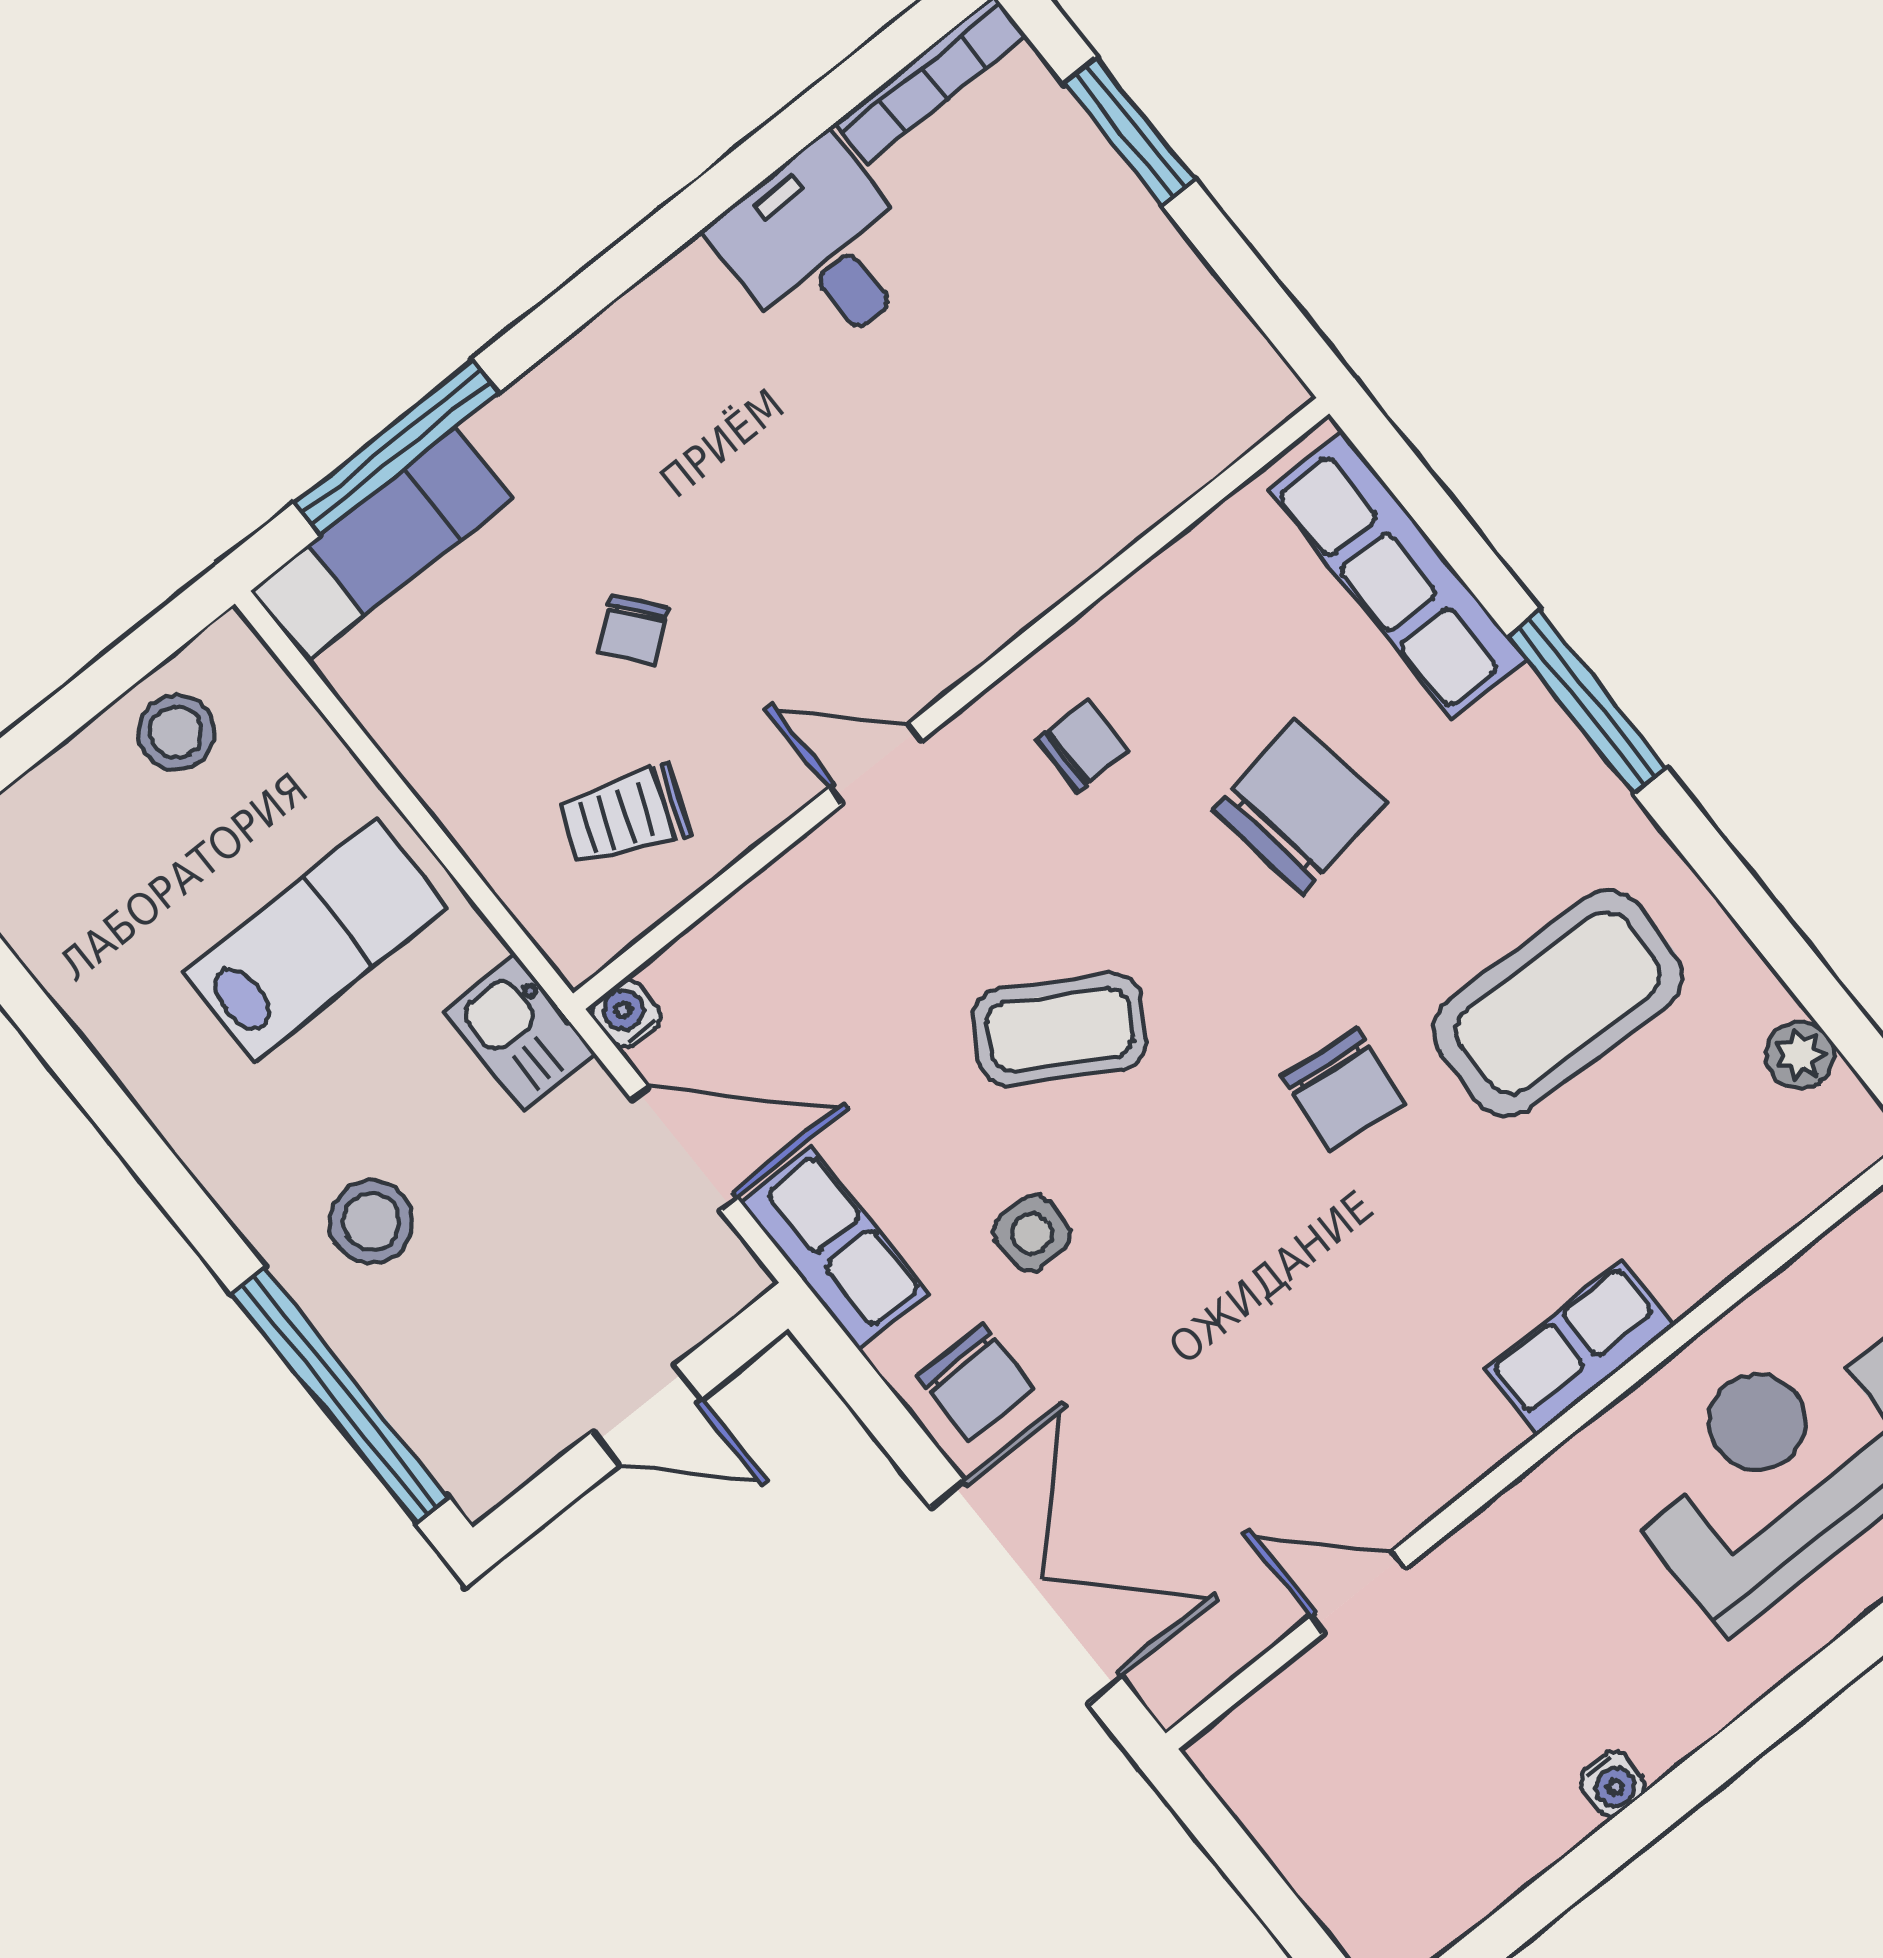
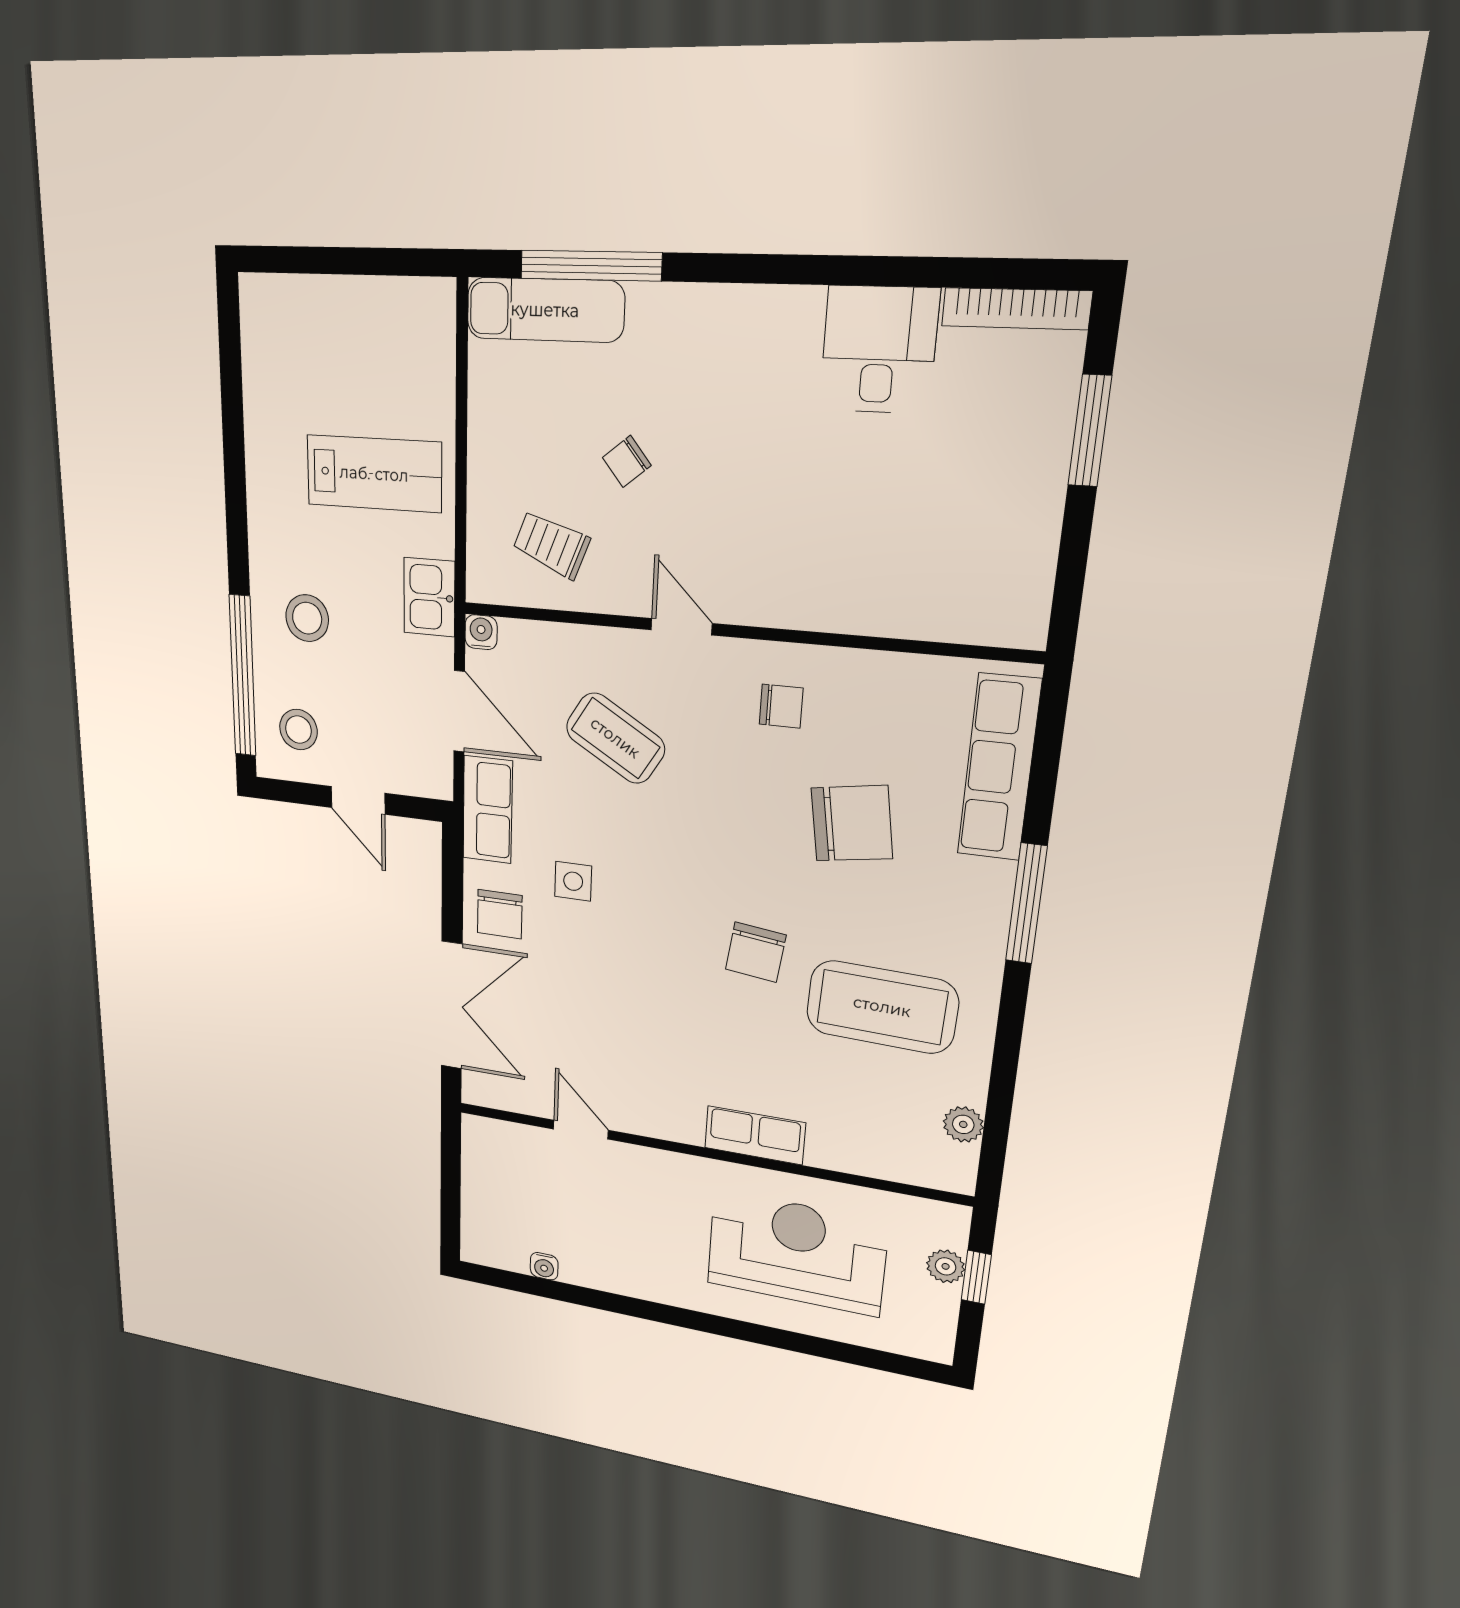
stool: (176, 732) -> (298, 730), moved
coffee table: (1060, 1029) -> (615, 738), moved
water cooler: (1612, 1784) -> (544, 1266), moved

